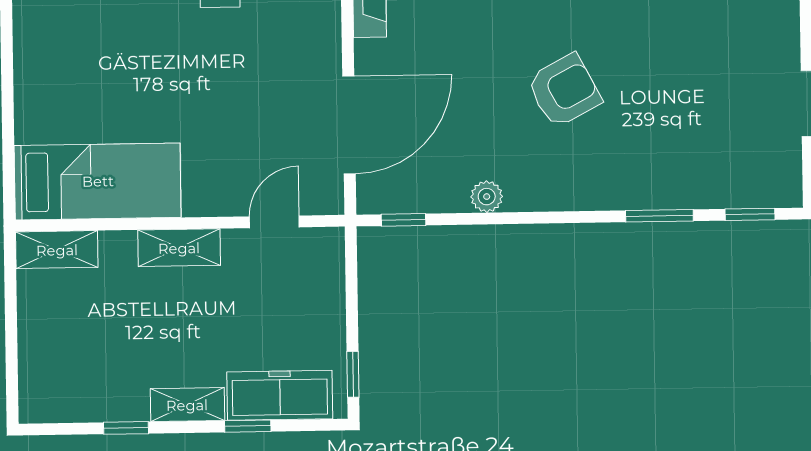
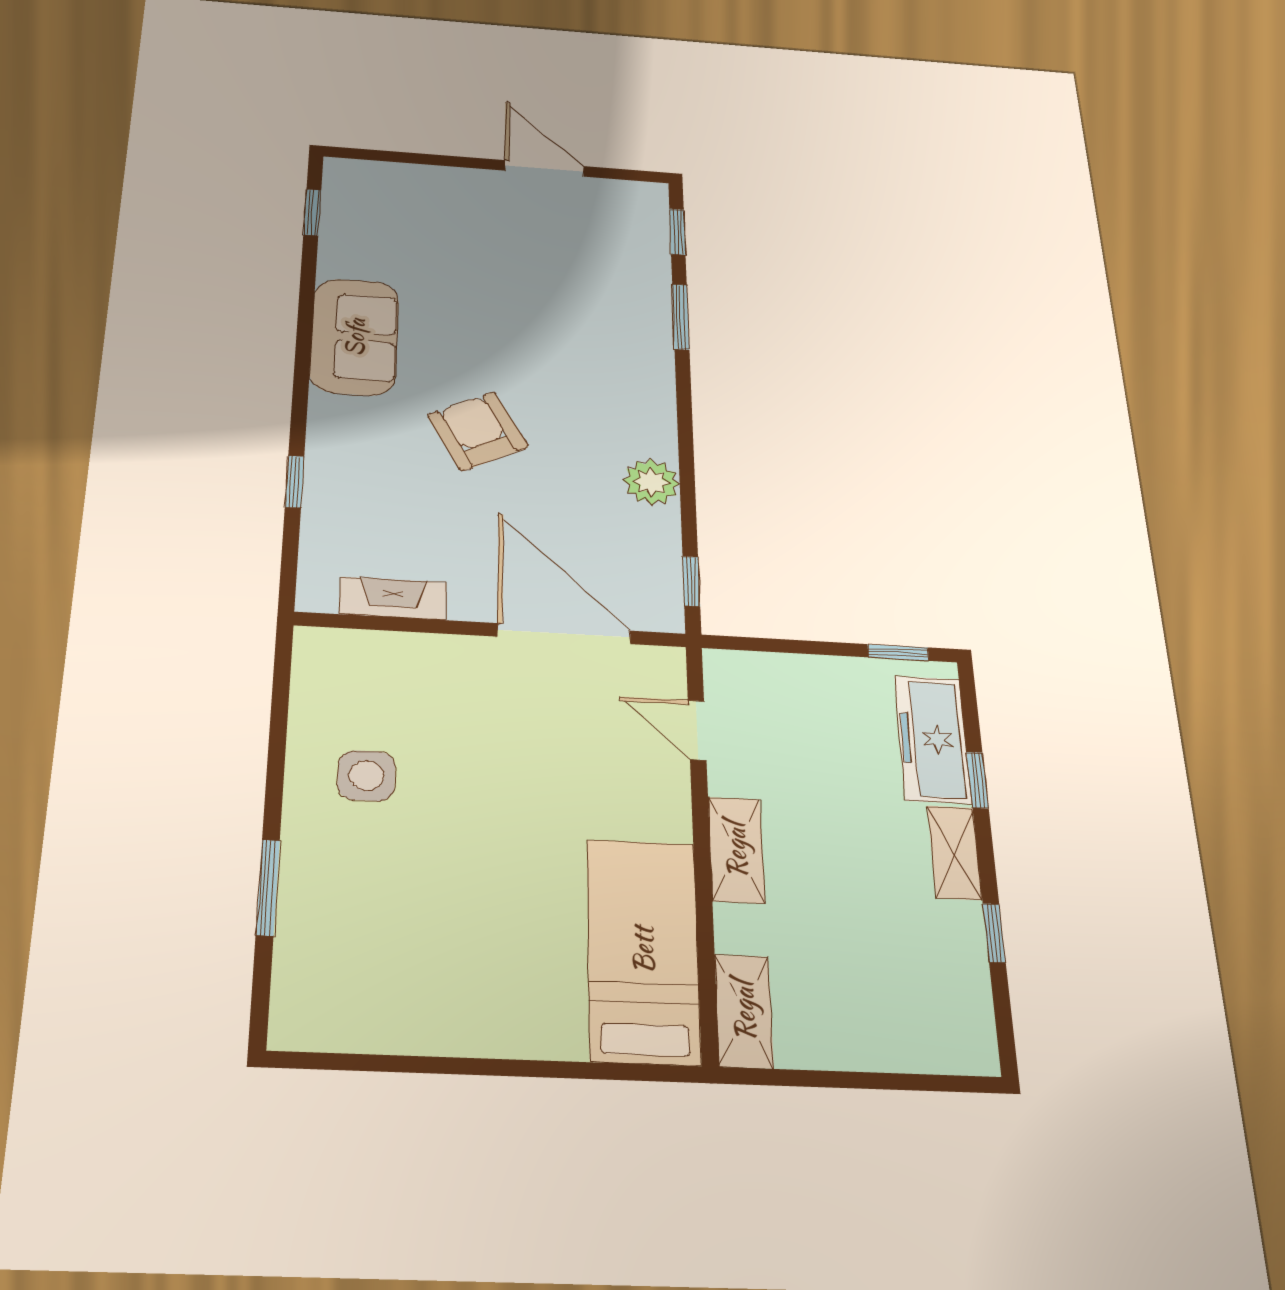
armchair: (564, 91) -> (478, 431), moved
plant: (487, 197) -> (651, 482), width x1.38, depth x1.38

